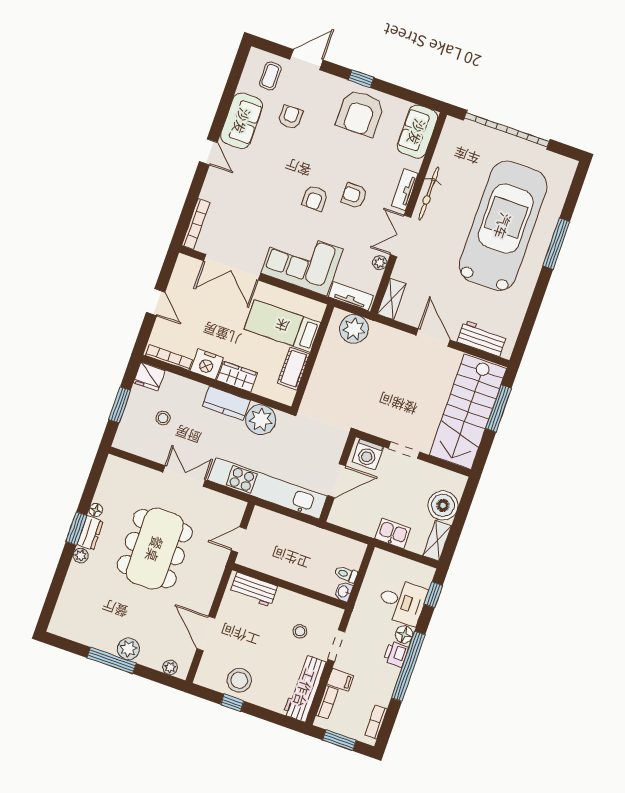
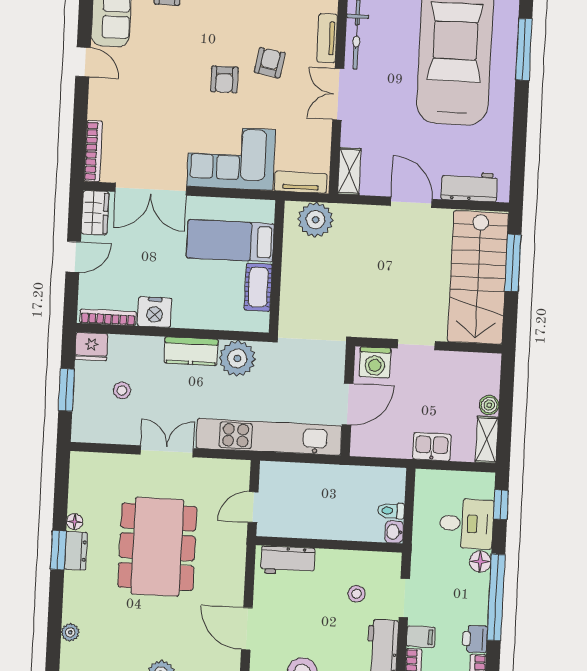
armchair: (354, 195) -> (270, 63), turned 100
plant: (380, 263) -> (323, 133), removed
door: (156, 302) -> (73, 257), hinge flipped
wardrobe: (237, 377) -> (95, 213), moved, turned 90
boiler: (443, 505) -> (489, 405), width x0.54, depth x0.54
plant: (81, 556) -> (70, 632), moved
printer: (396, 654) -> (475, 639), moved

